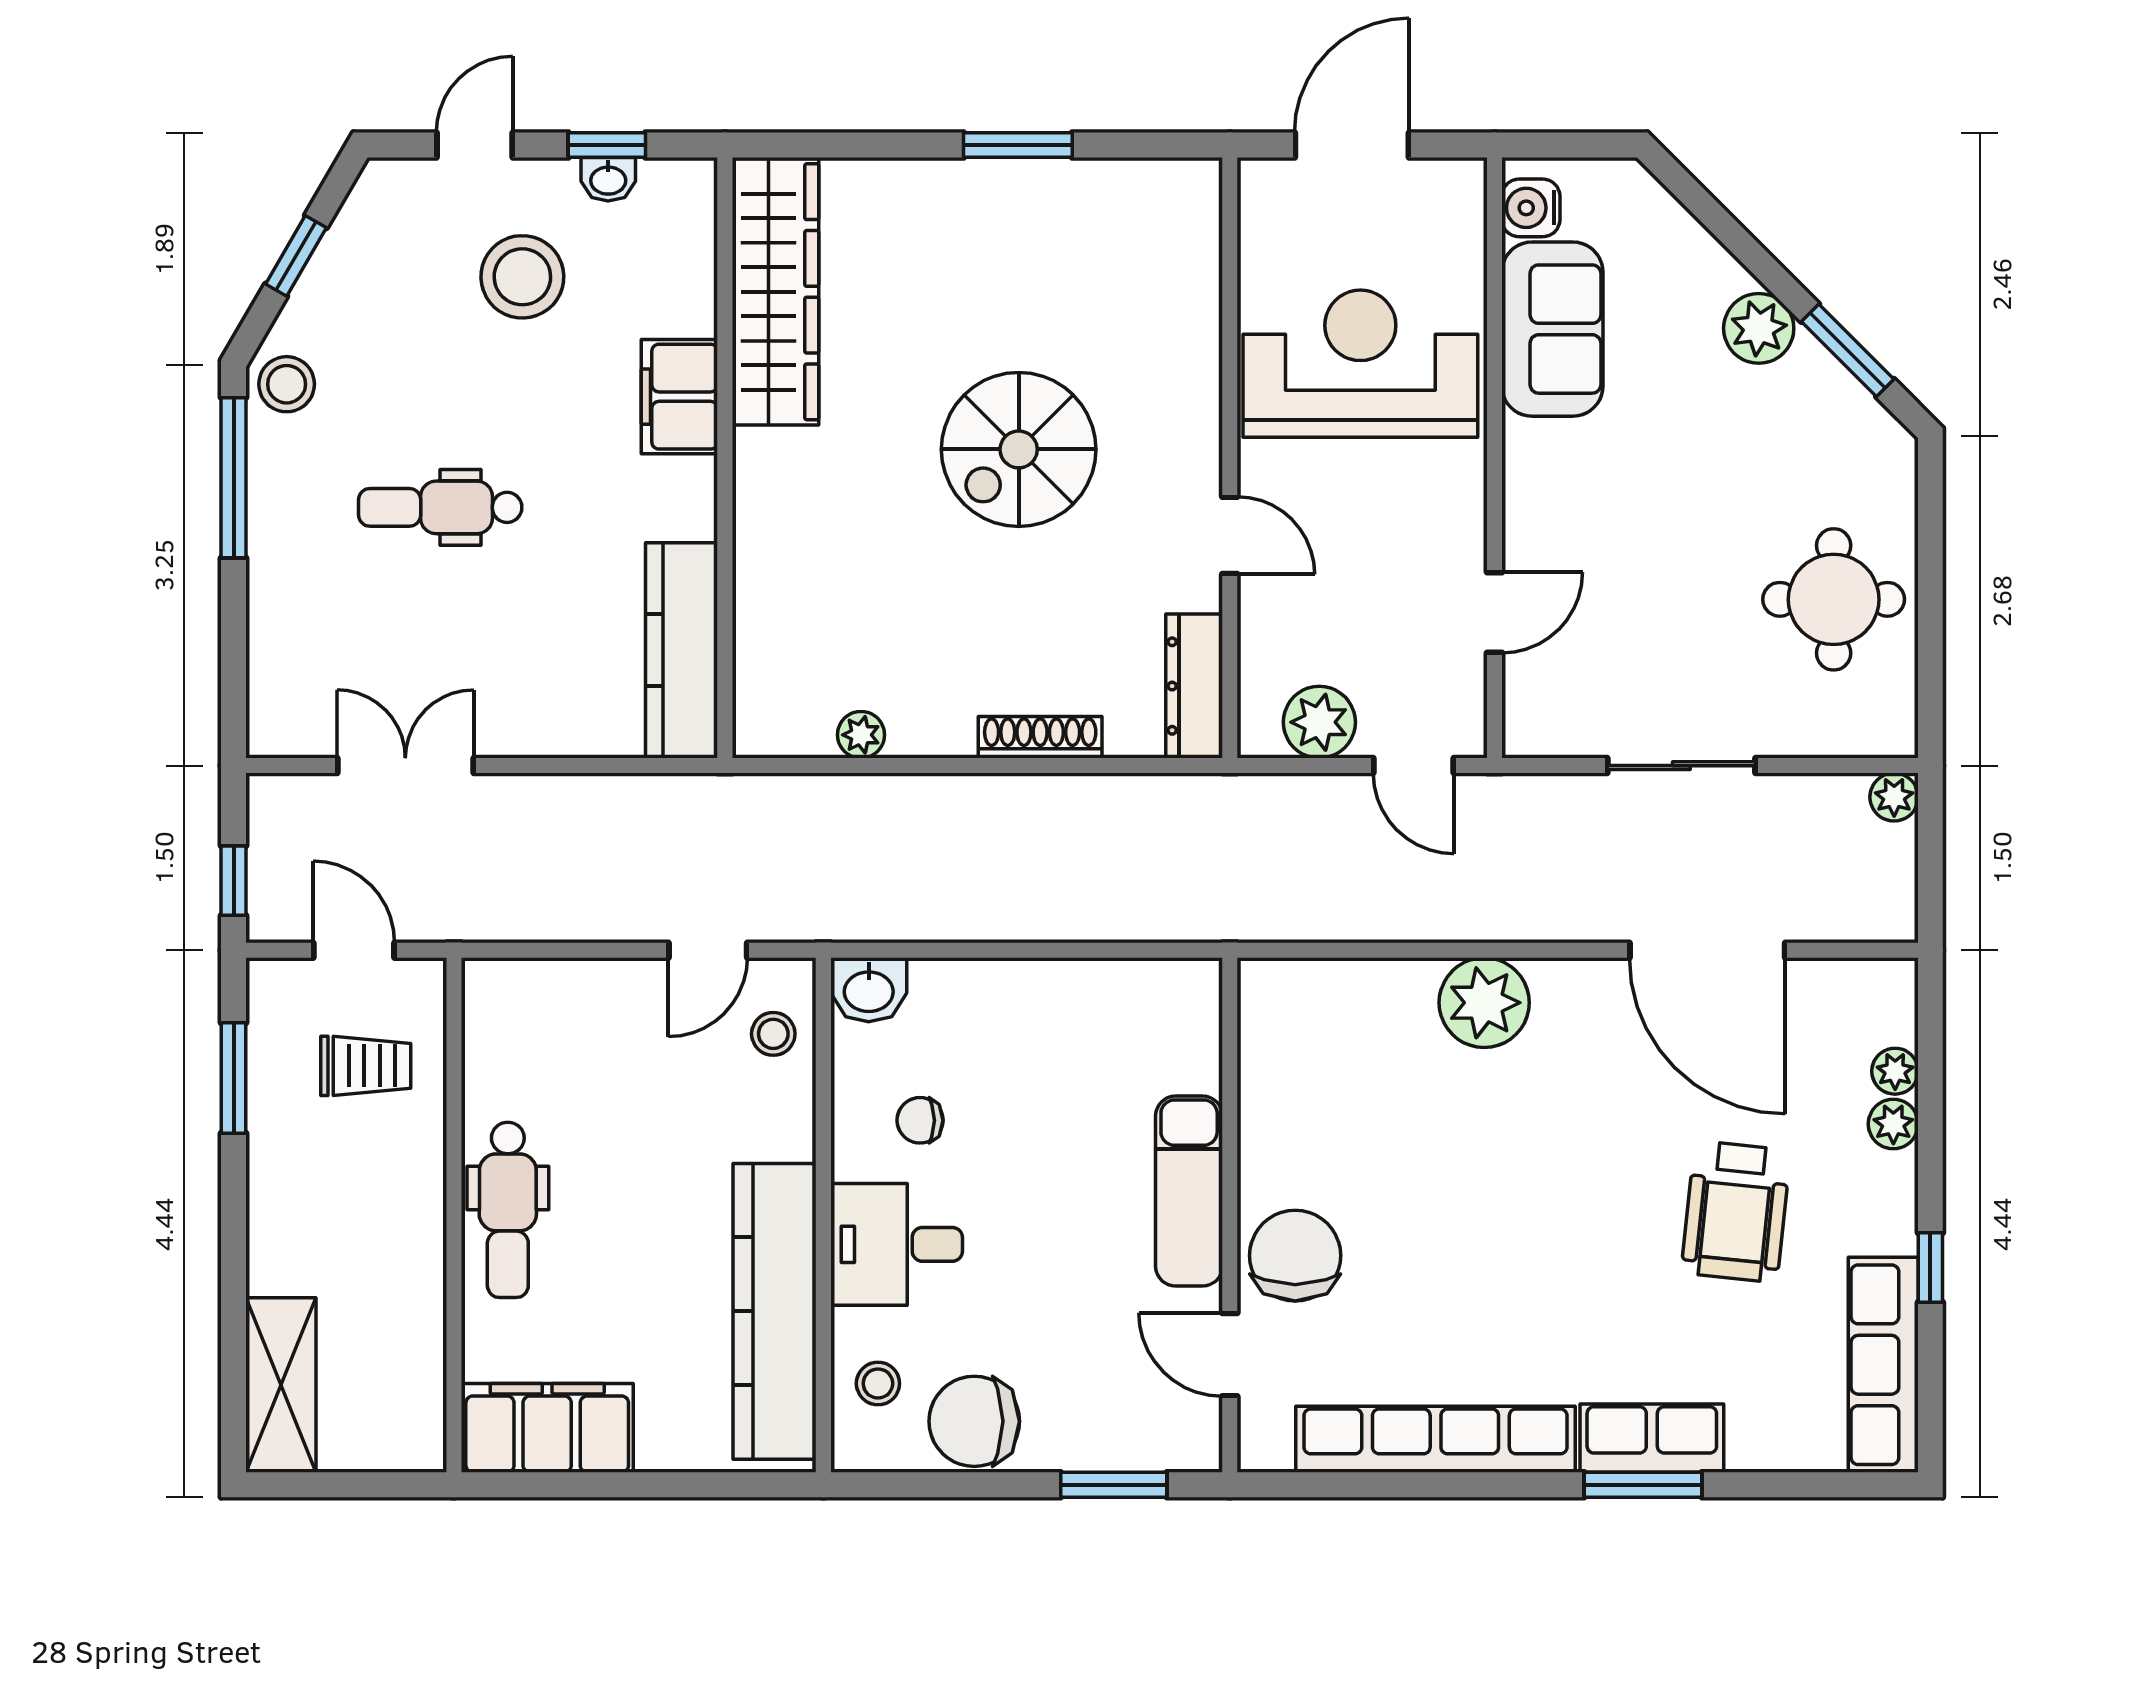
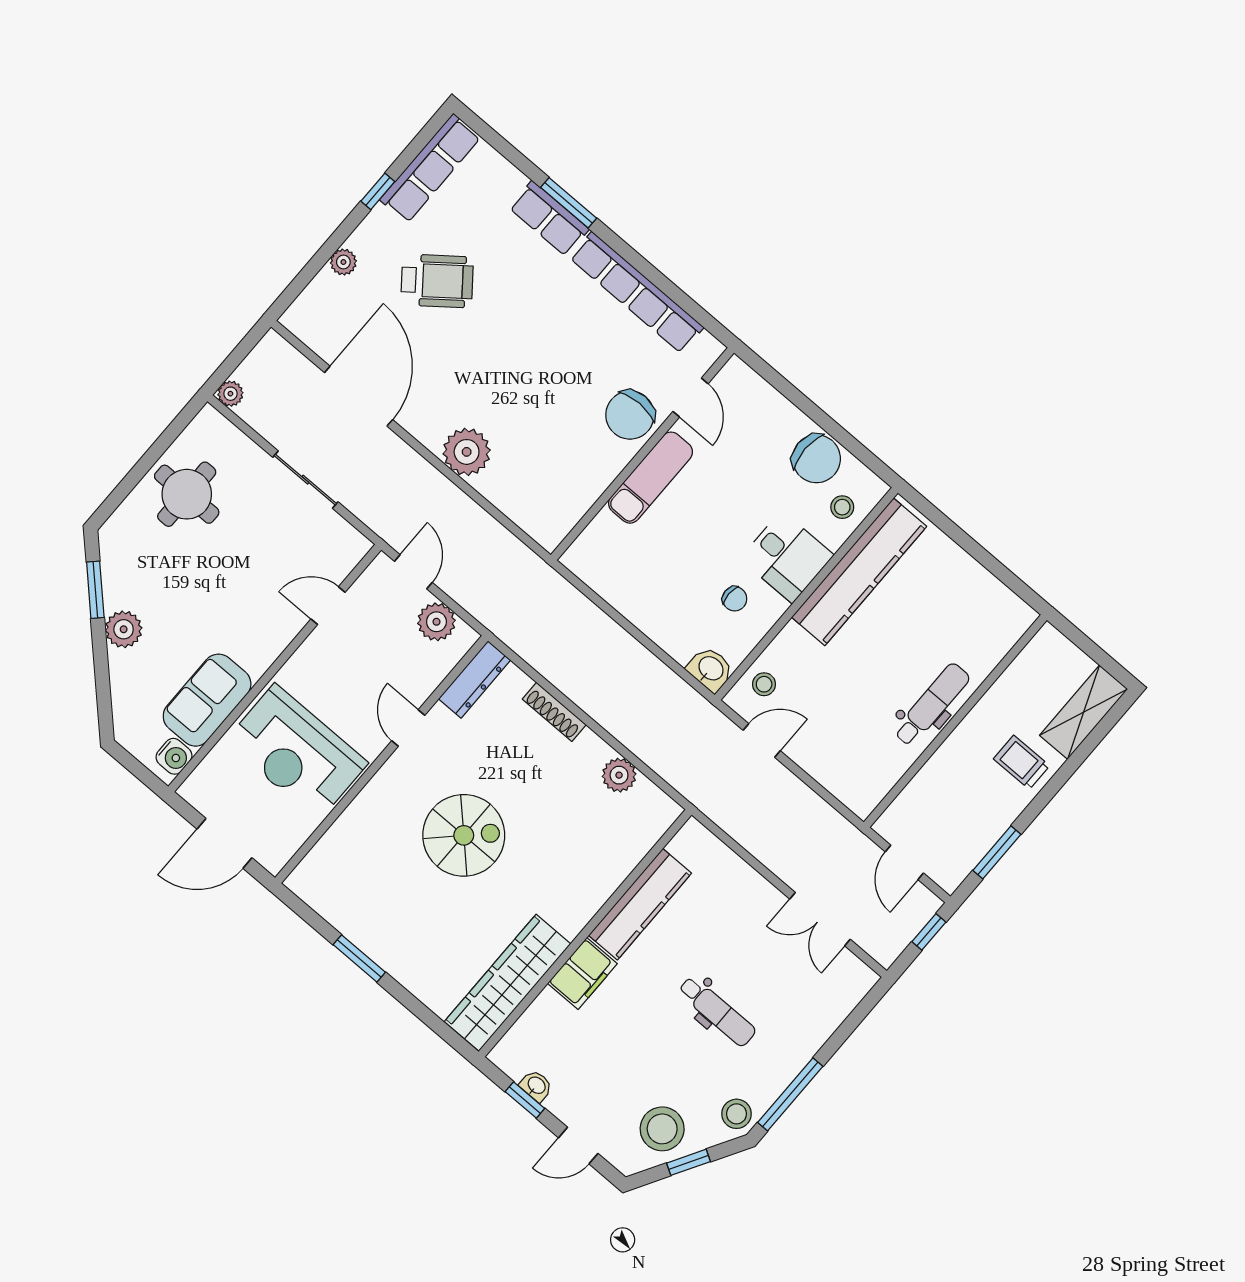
stool: (522, 277) -> (662, 1129), moved
kitchen counter: (682, 650) -> (640, 904), moved
plant: (861, 735) -> (619, 775), width x1.38, depth x1.38
trolley: (366, 1066) -> (1022, 762), moved
plant: (1895, 1071) -> (324, 283), removed
wheelchair: (1736, 1212) -> (437, 281), turned 46
filing cabinet: (547, 1428) -> (991, 603), removed
window: (1114, 1485) -> (782, 385), removed

